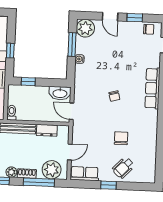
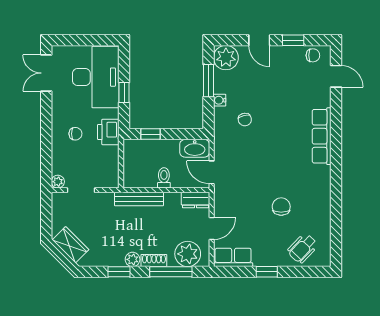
chair: (114, 96) -> (245, 120), moved
toilet: (12, 113) -> (164, 178), moved
dresser: (47, 130) -> (195, 200), moved
wheelchair: (123, 168) -> (303, 248), moved

